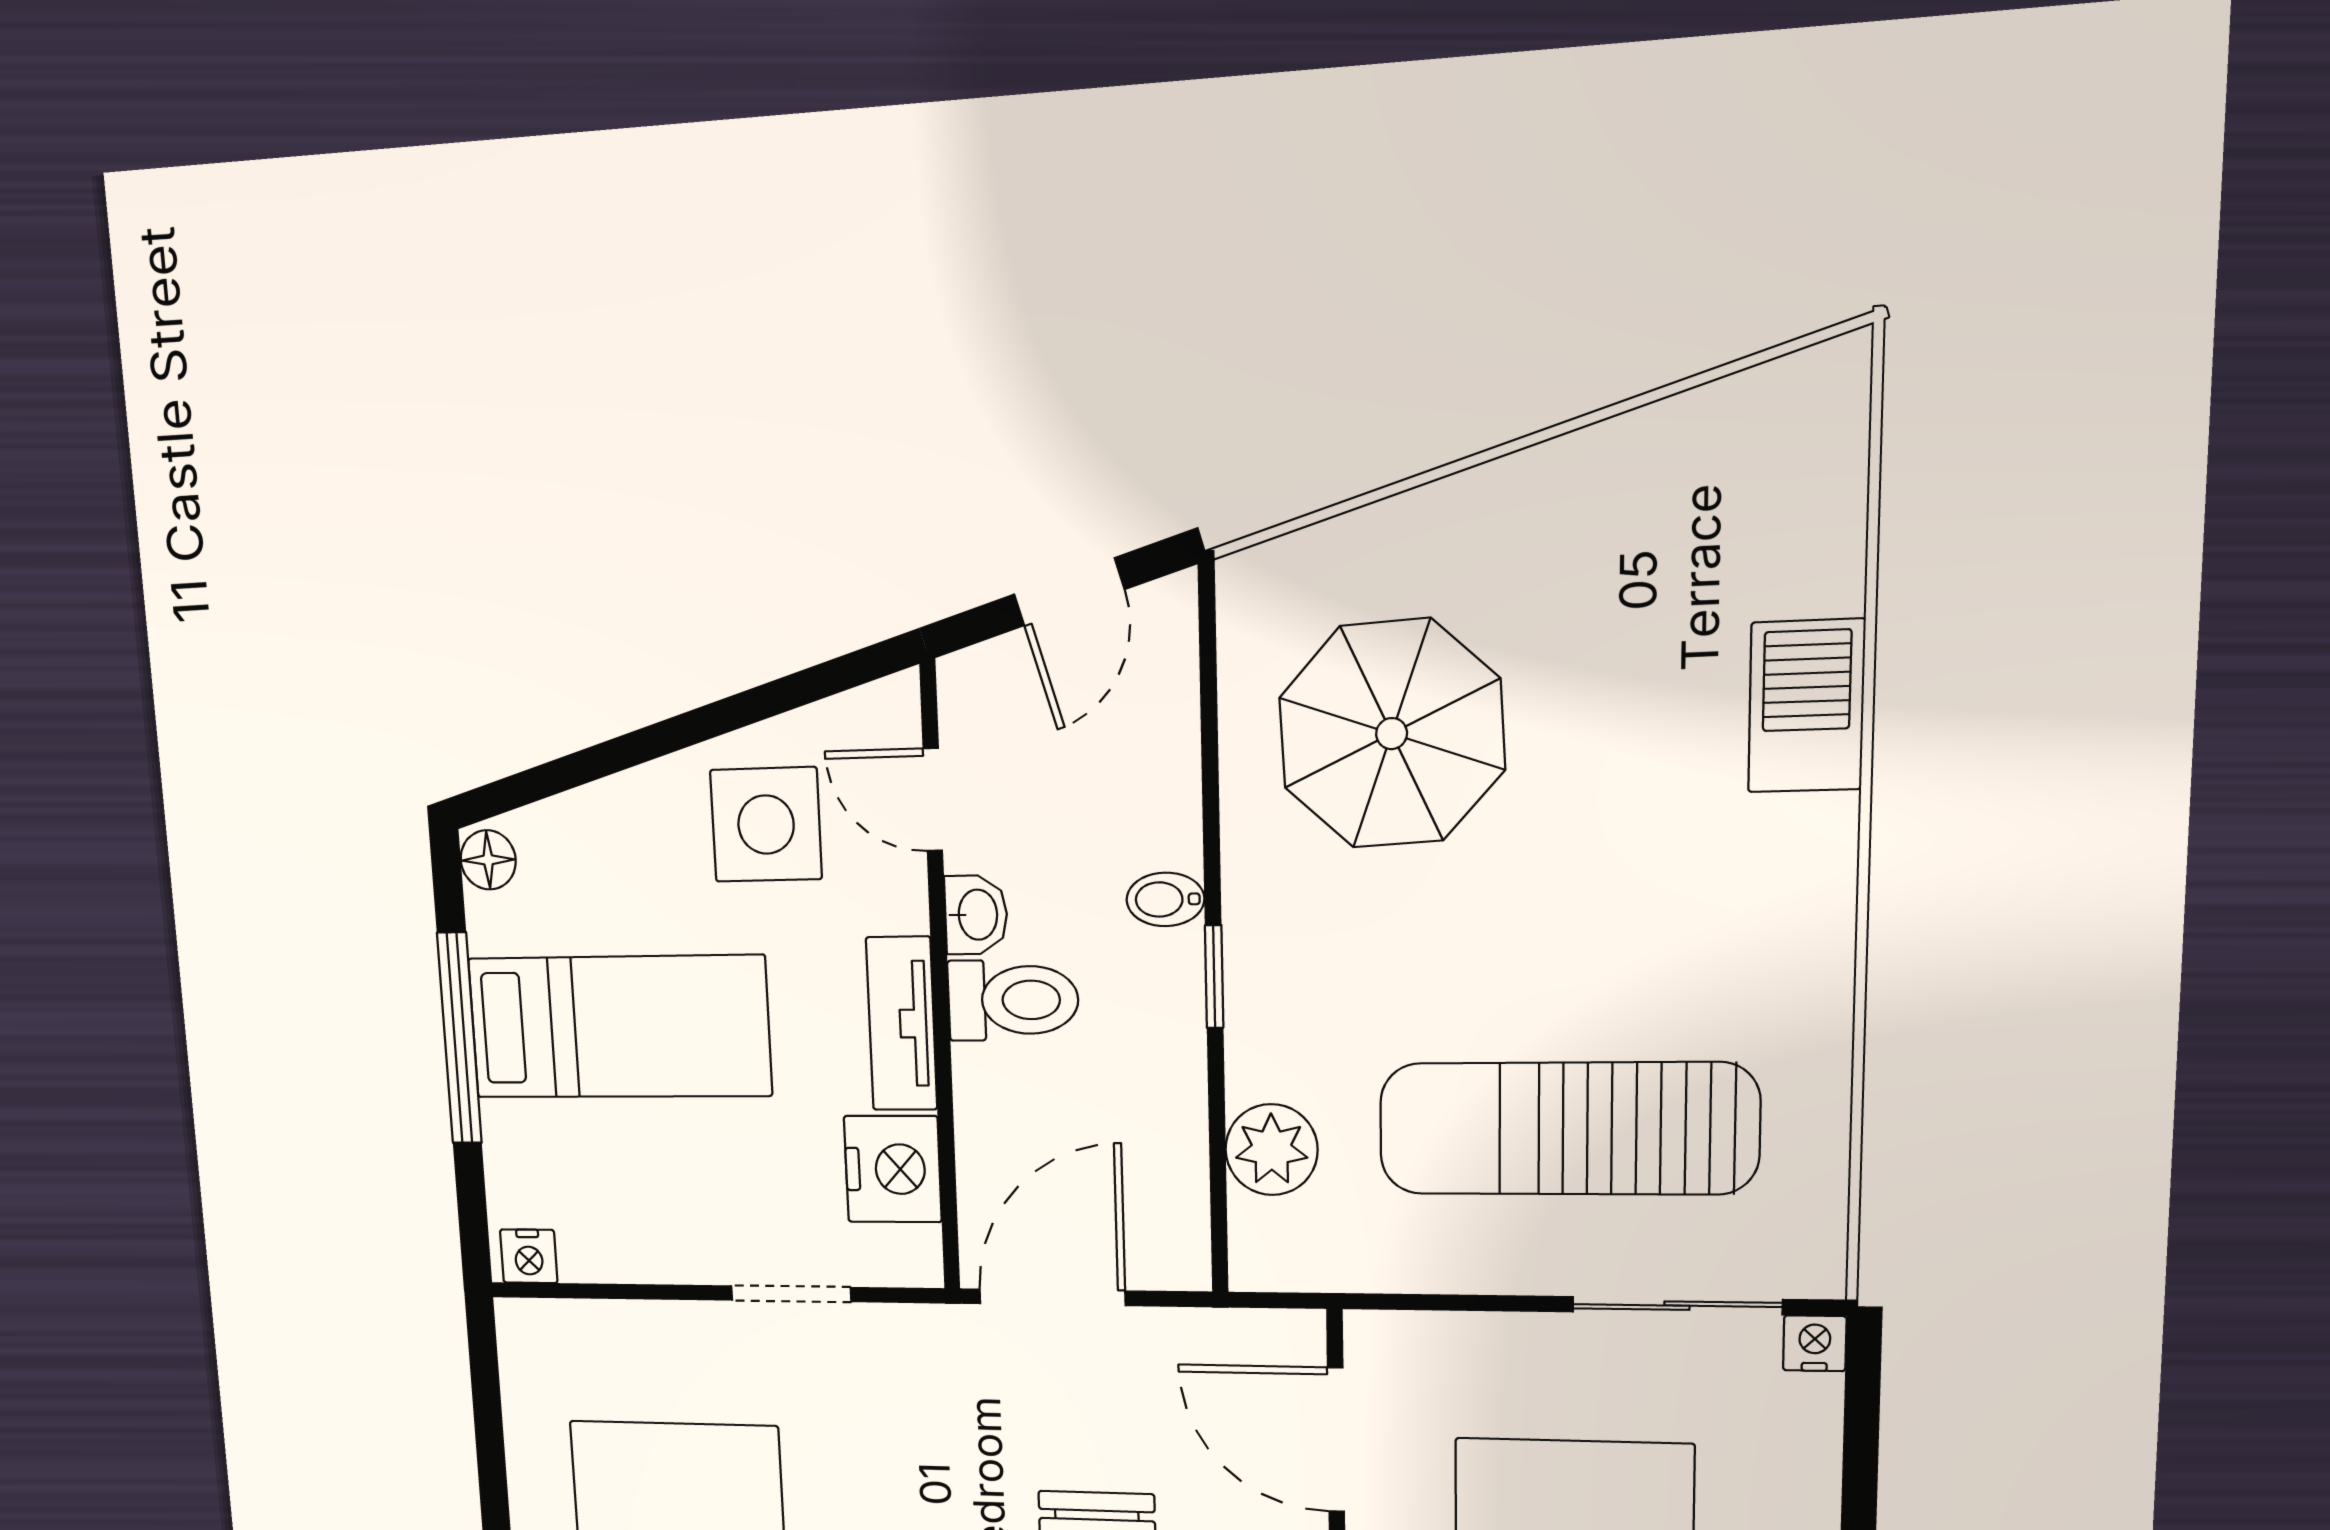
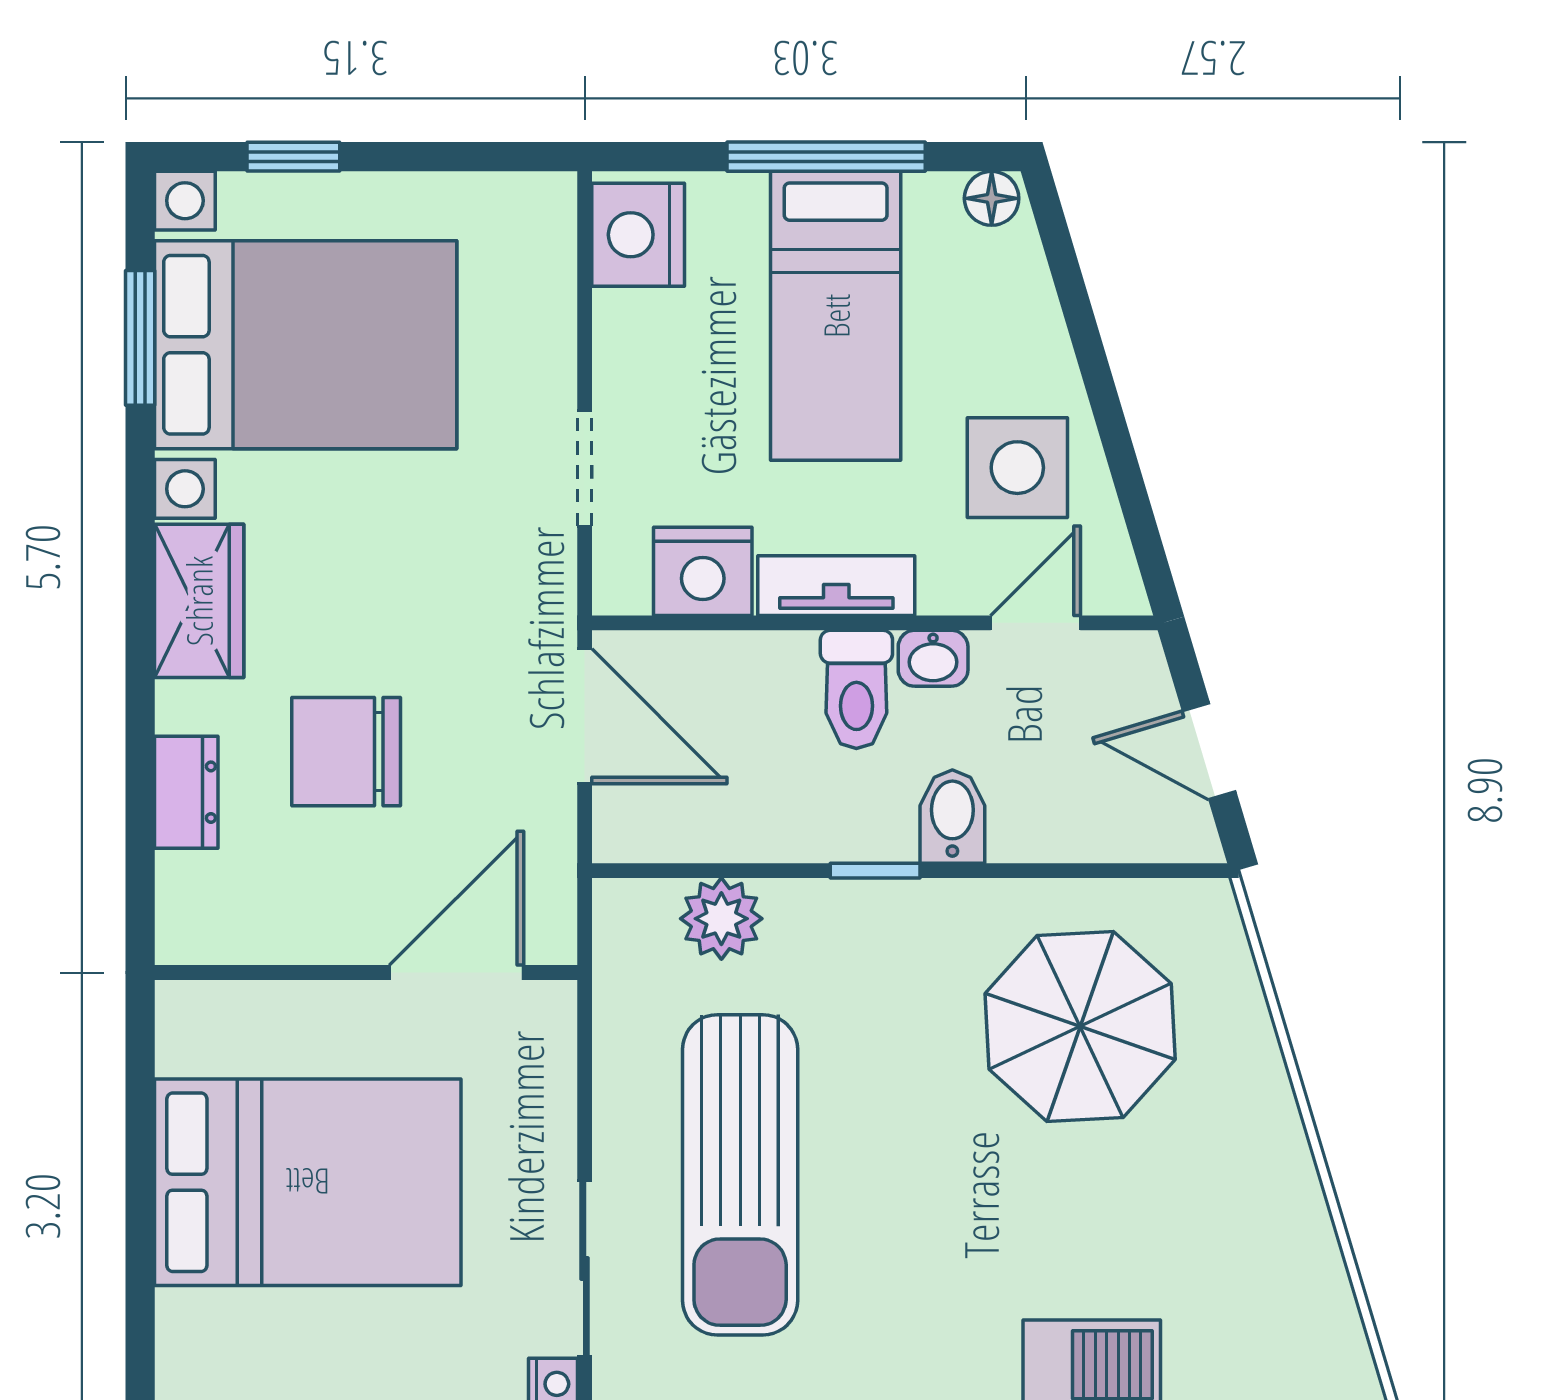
bidet: (1165, 899) -> (952, 817), width x1.38, depth x1.36
sun lounger: (1568, 1129) -> (740, 1175), turned 180
nightstand: (529, 1256) -> (638, 235), width x1.89, depth x1.79

